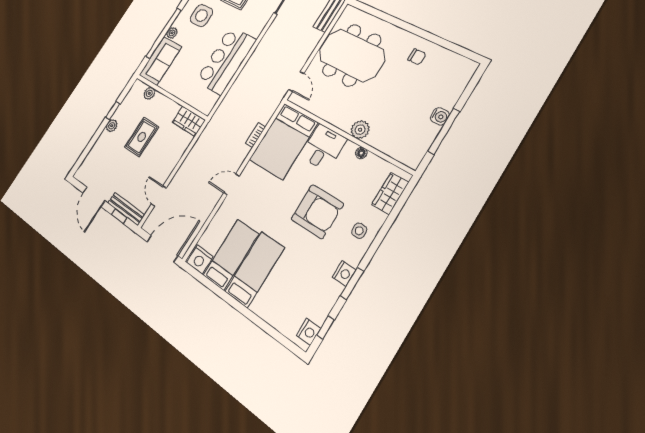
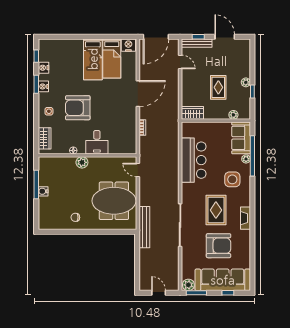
bed: (283, 141) -> (123, 133), removed
door: (232, 184) -> (138, 94), width x1.88
nightstand: (308, 332) -> (43, 68), moved

